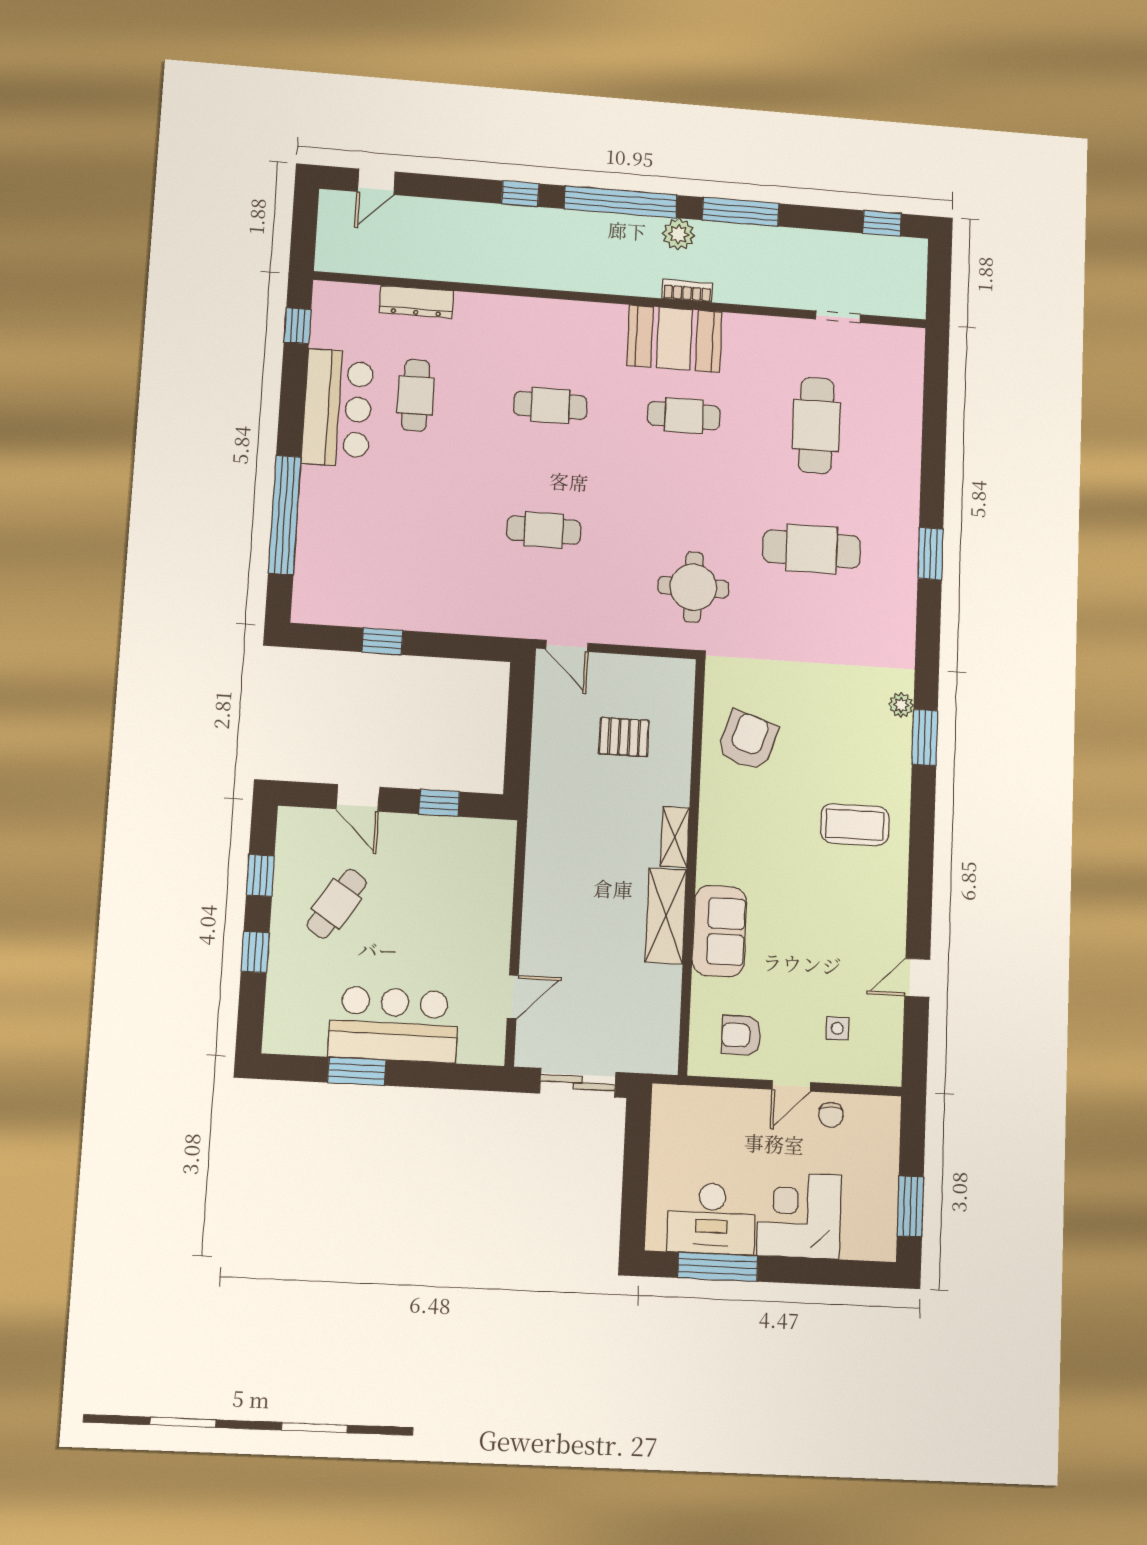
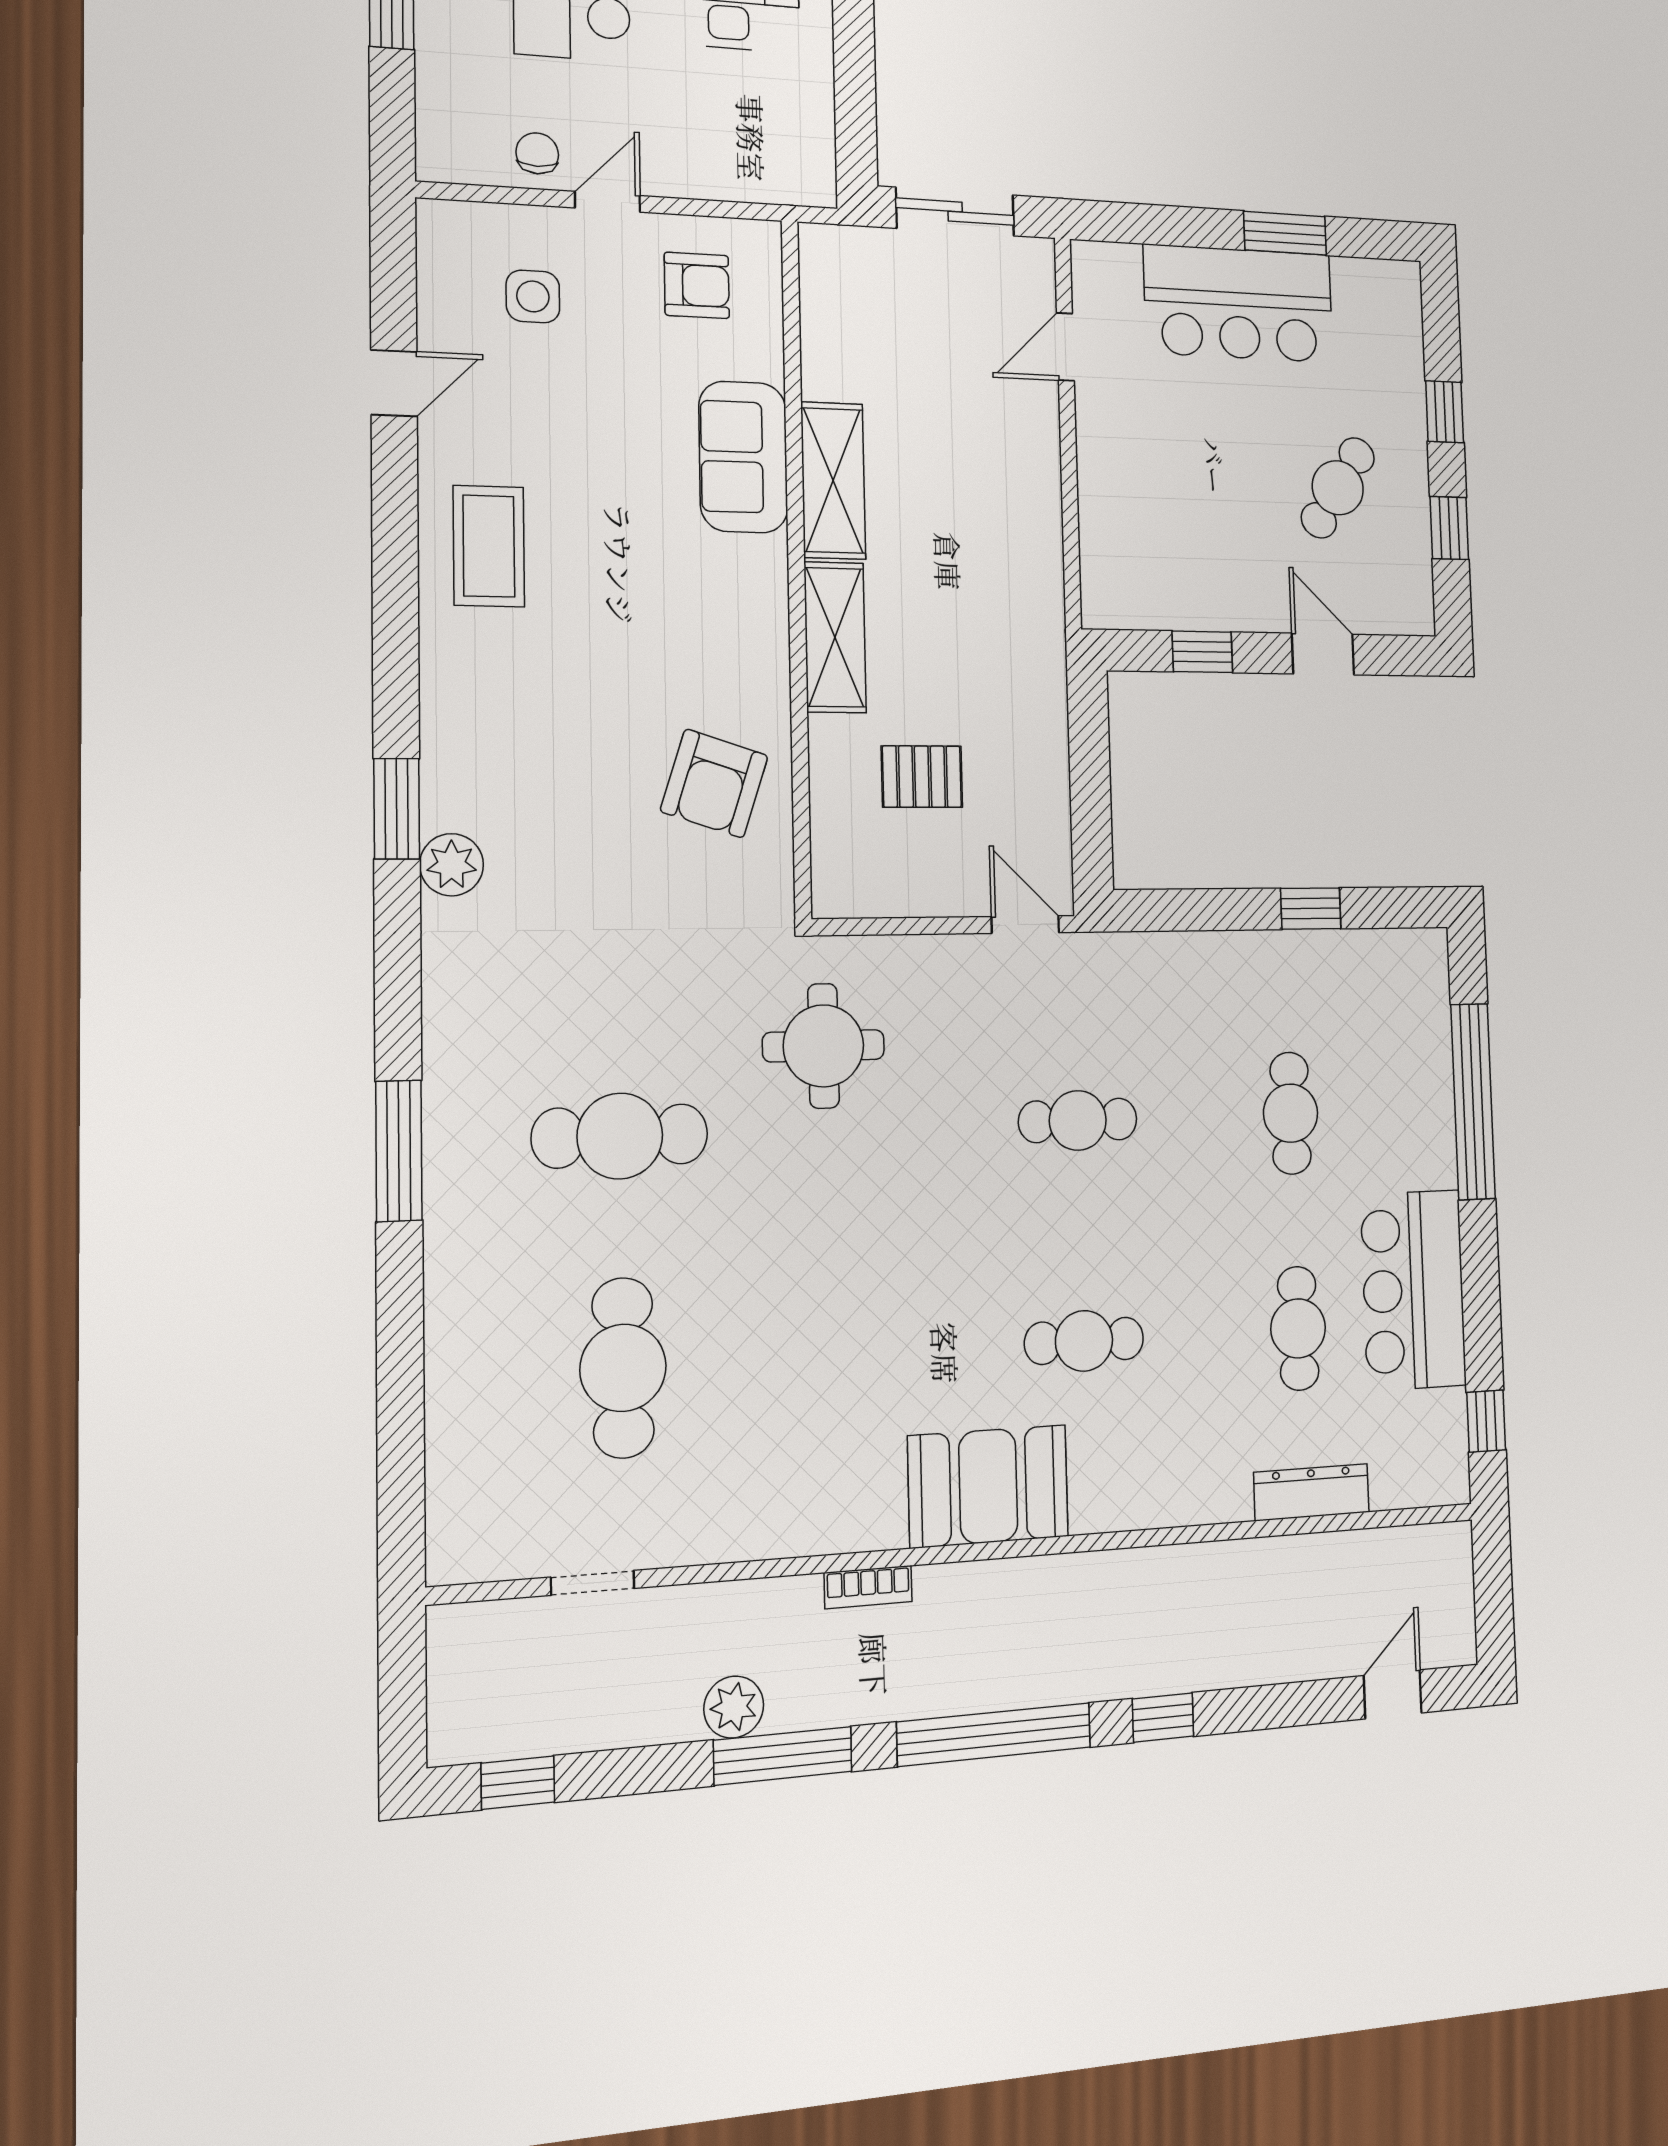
plant: (679, 234) -> (734, 1707), moved
booth: (674, 339) -> (988, 1486), moved
cafe table: (684, 416) -> (1291, 1113), moved, turned 90
window: (930, 554) -> (399, 1151), width x1.44
plant: (901, 705) -> (452, 865), width x1.38, depth x1.38
coffee table: (855, 825) -> (489, 546), moved, turned 90
shelving: (675, 837) -> (835, 637), width x1.50, depth x1.33
side table: (837, 1028) -> (533, 296), width x1.37, depth x1.37

